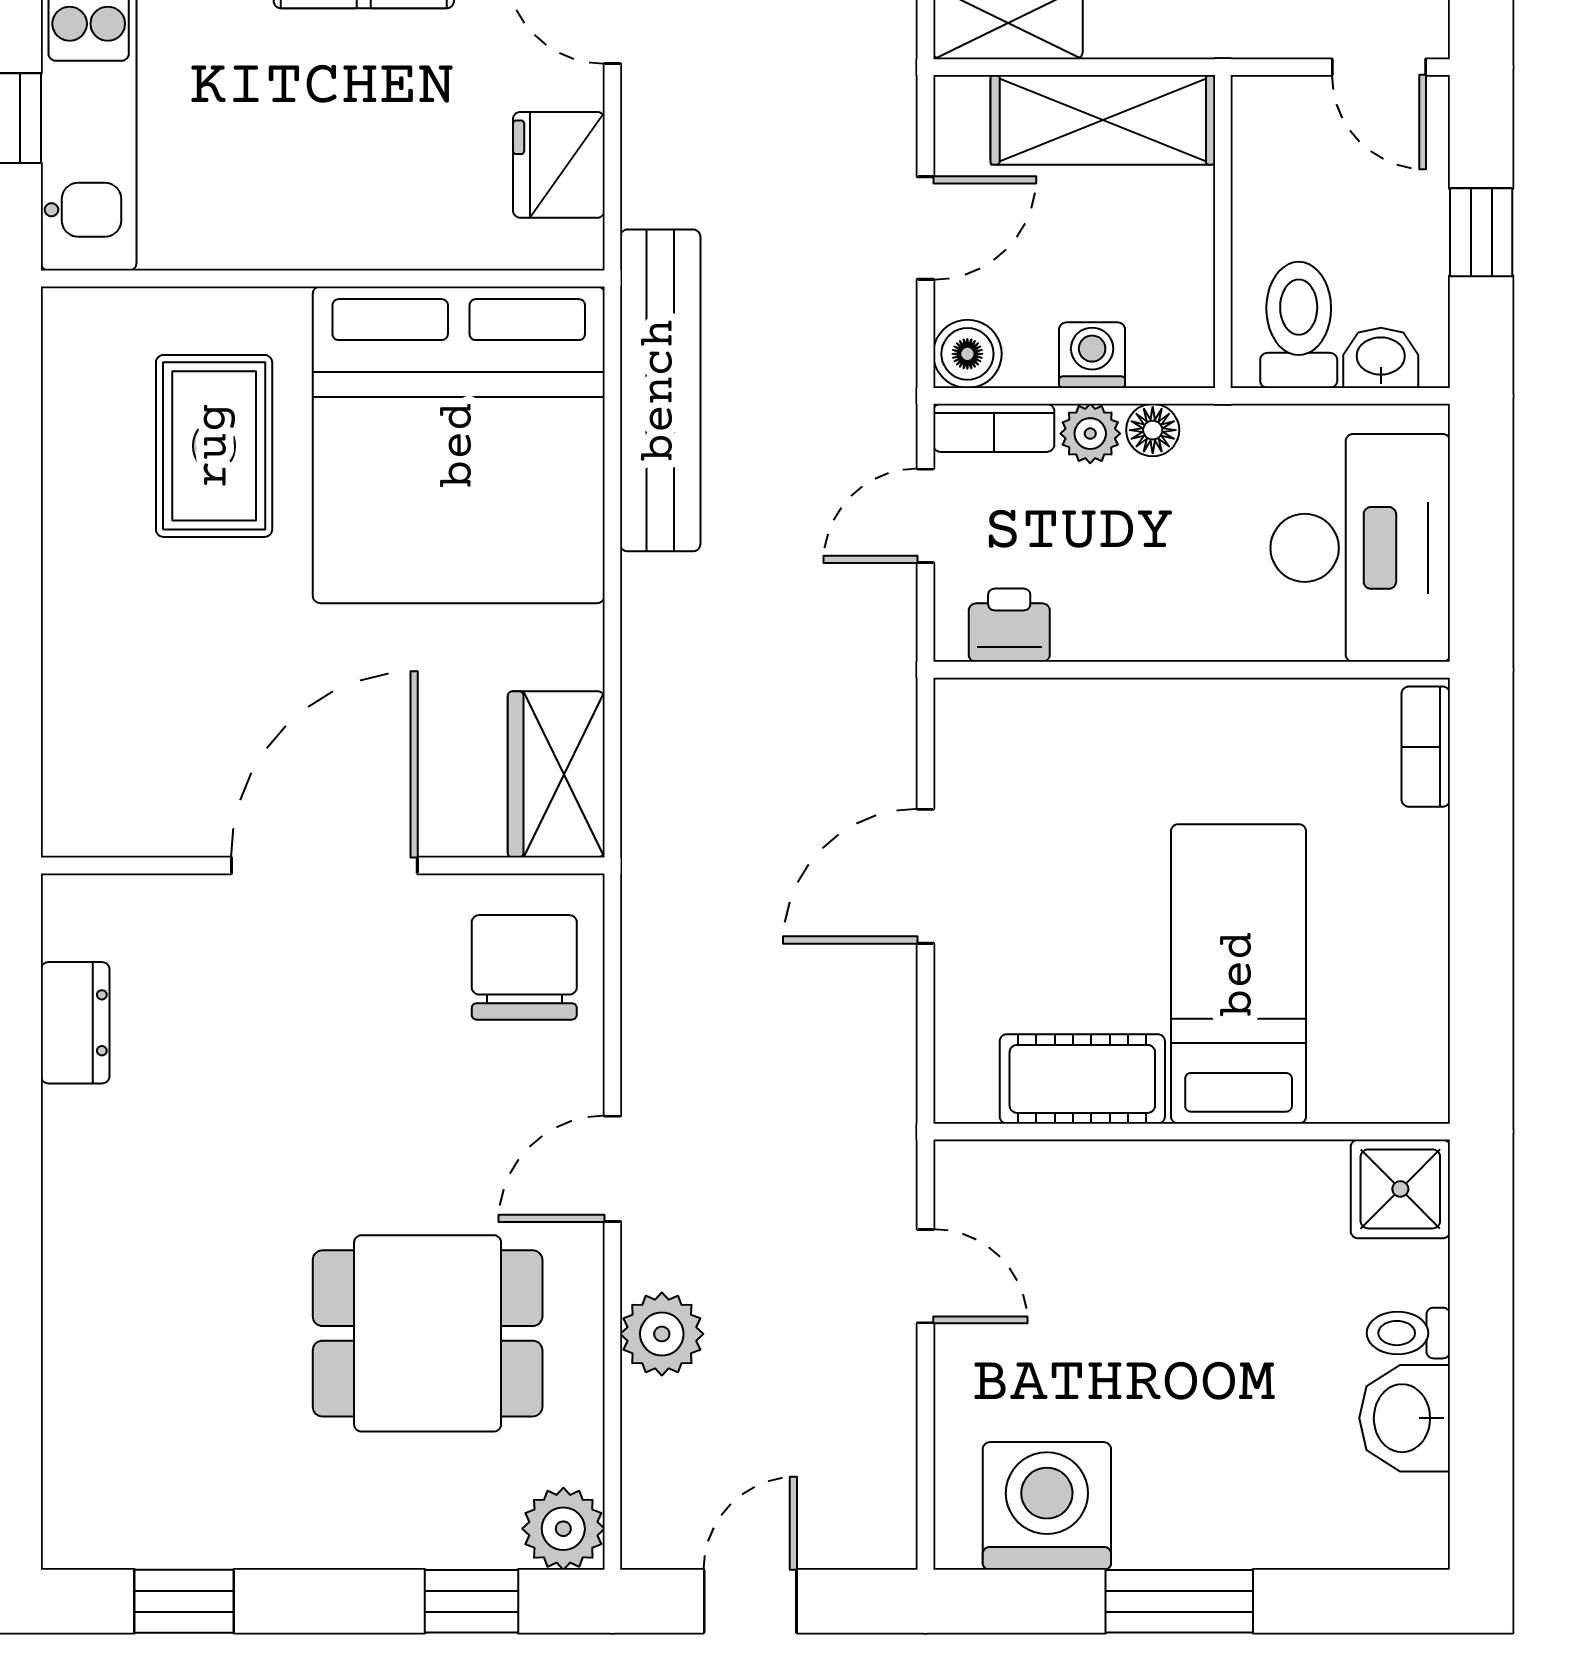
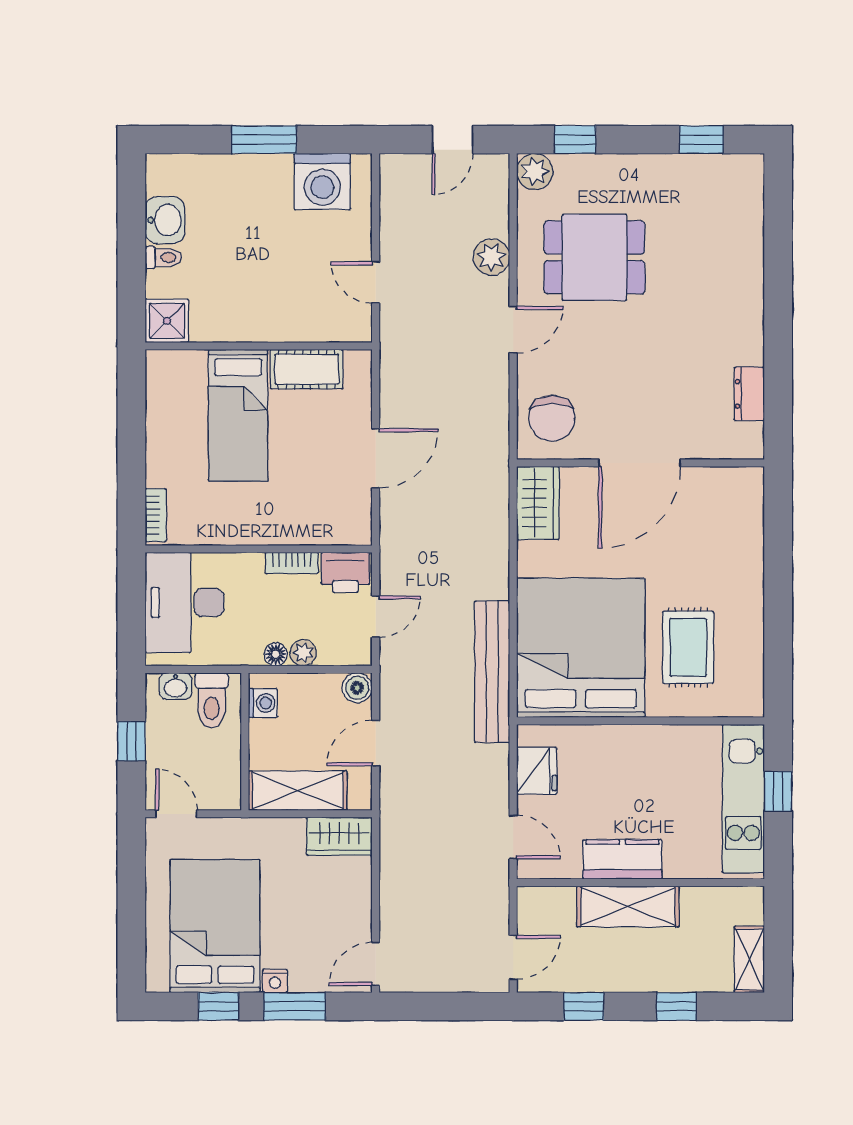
washing machine: (1092, 355) -> (263, 703), moved, turned -90
bookcase: (994, 428) -> (292, 563), moved, turned 180
printer: (1009, 625) -> (345, 572), width x1.36, depth x1.24

